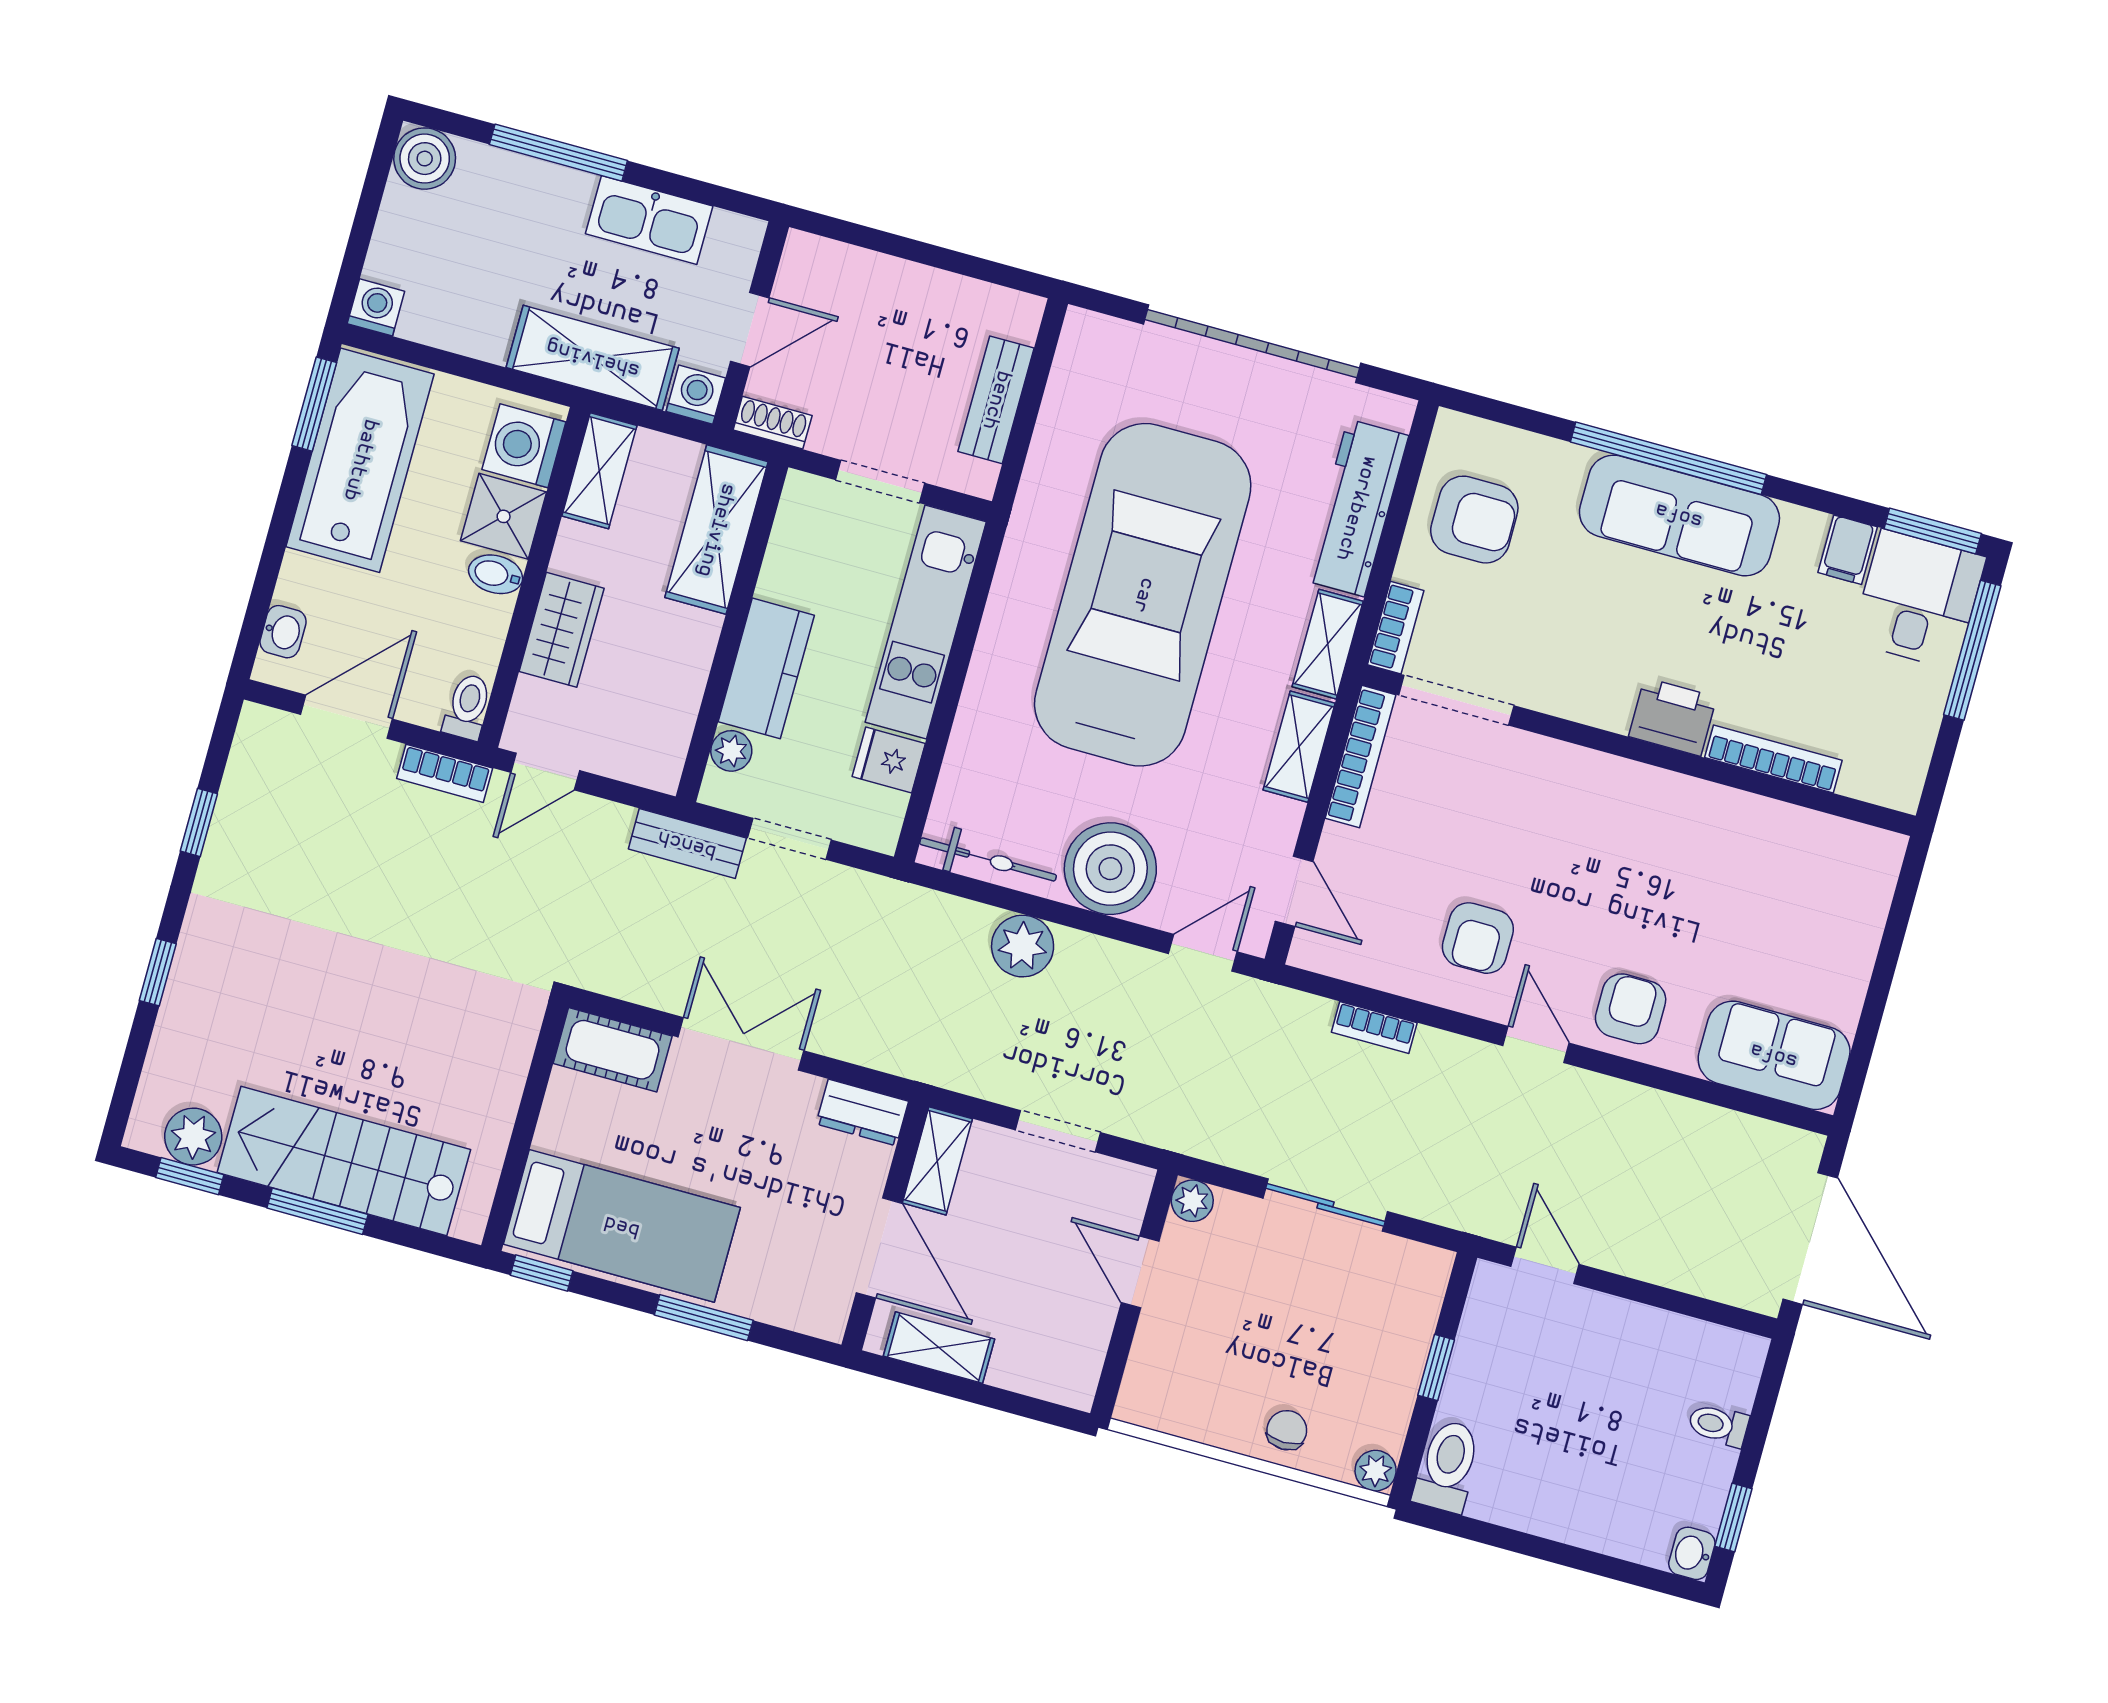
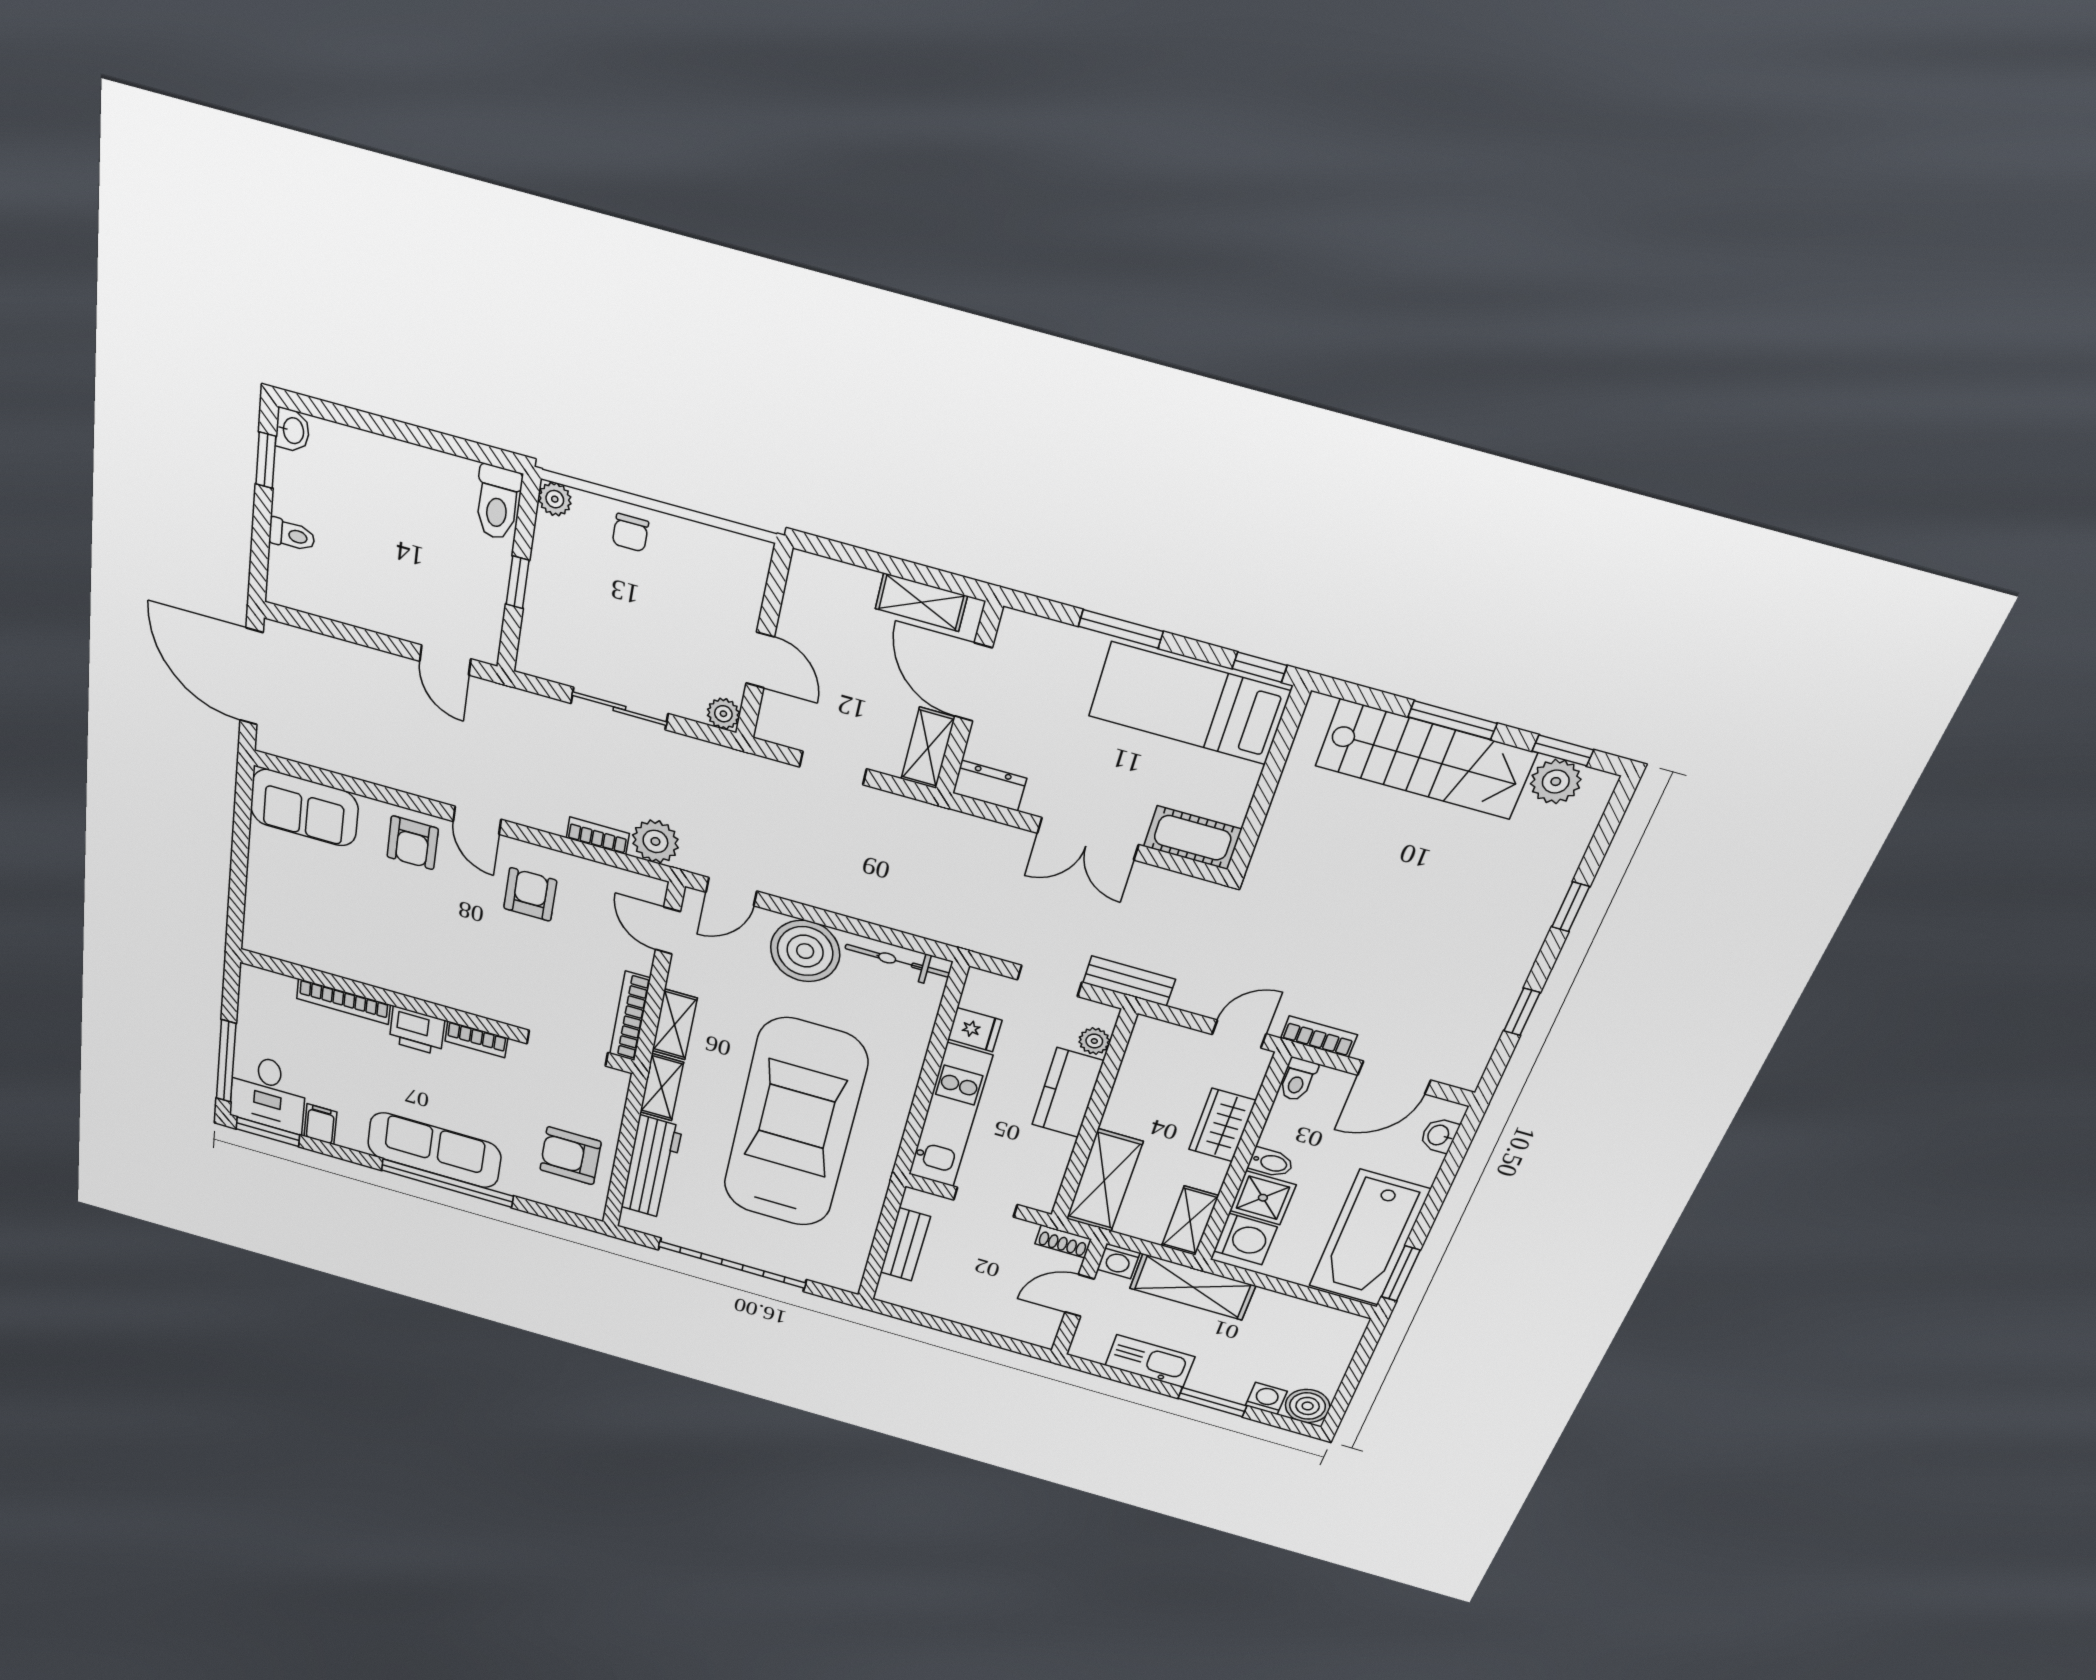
window: (558, 153) -> (1212, 1402), width x0.69
washing machine: (376, 307) -> (1266, 1398), moved, turned 180
car: (1143, 595) -> (795, 1124), turned 180
bookcase: (1396, 628) -> (476, 1039), moved, turned -90
plant: (1023, 946) -> (655, 841), moved

